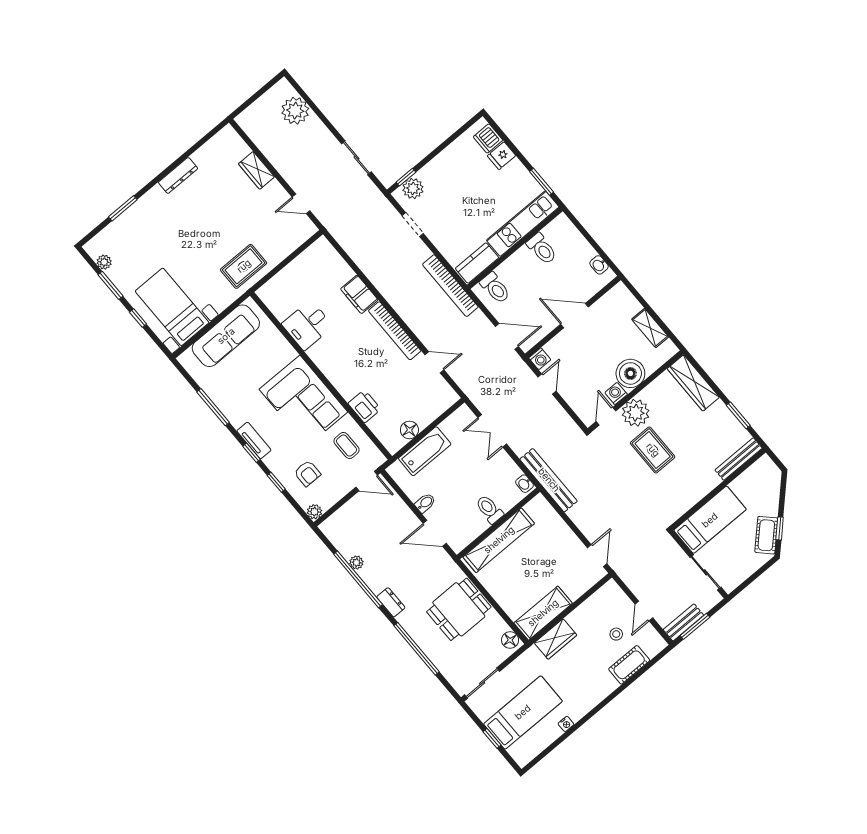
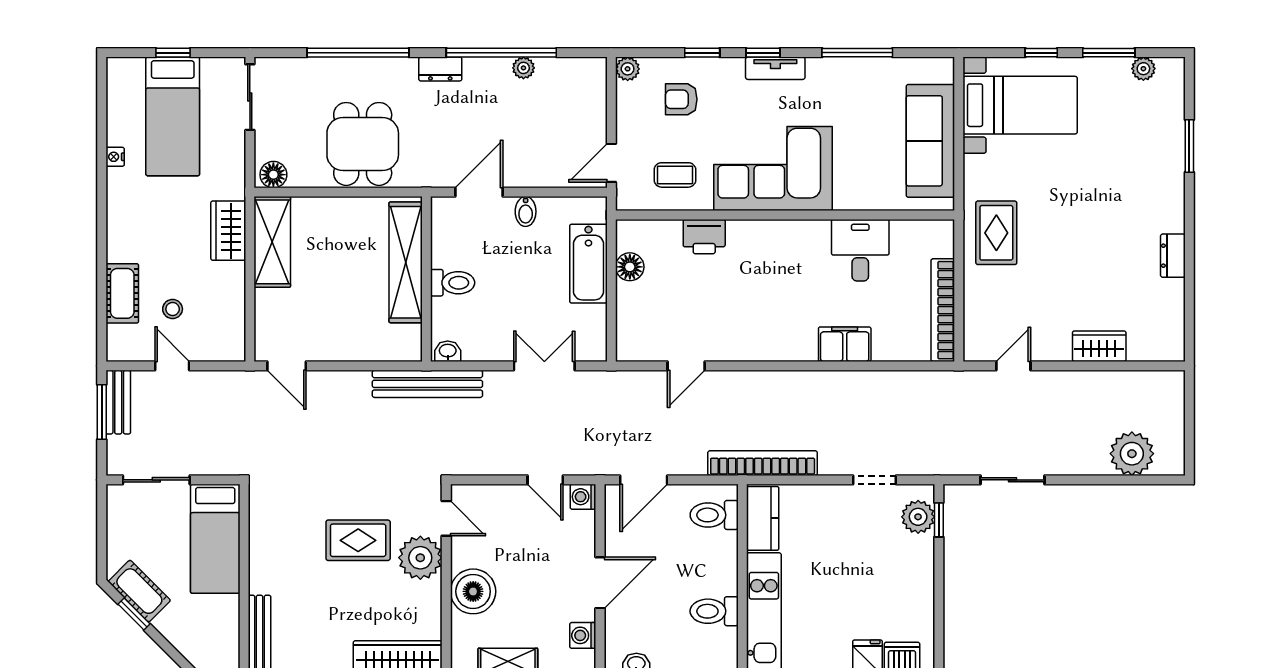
dresser: (178, 175) -> (1173, 256), width x0.70
bookcase: (395, 331) -> (943, 310), moved, turned -90
washing machine: (616, 393) -> (583, 635), moved, turned 180

